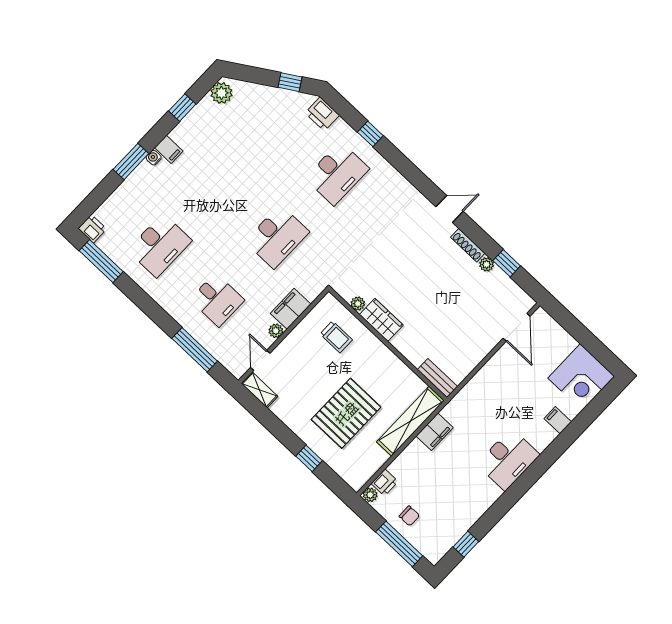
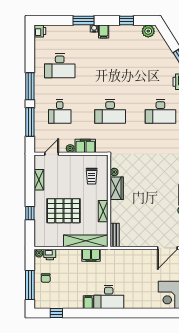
window: (101, 261) -> (30, 86), moved
shelving: (394, 364) -> (103, 211), added
shelving: (259, 390) -> (39, 180), moved
filing cabinet: (558, 420) -> (88, 302), moved

